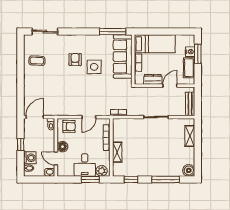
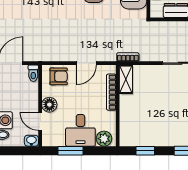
shelving: (117, 152) -> (126, 79), moved
window: (90, 179) -> (71, 151), moved

